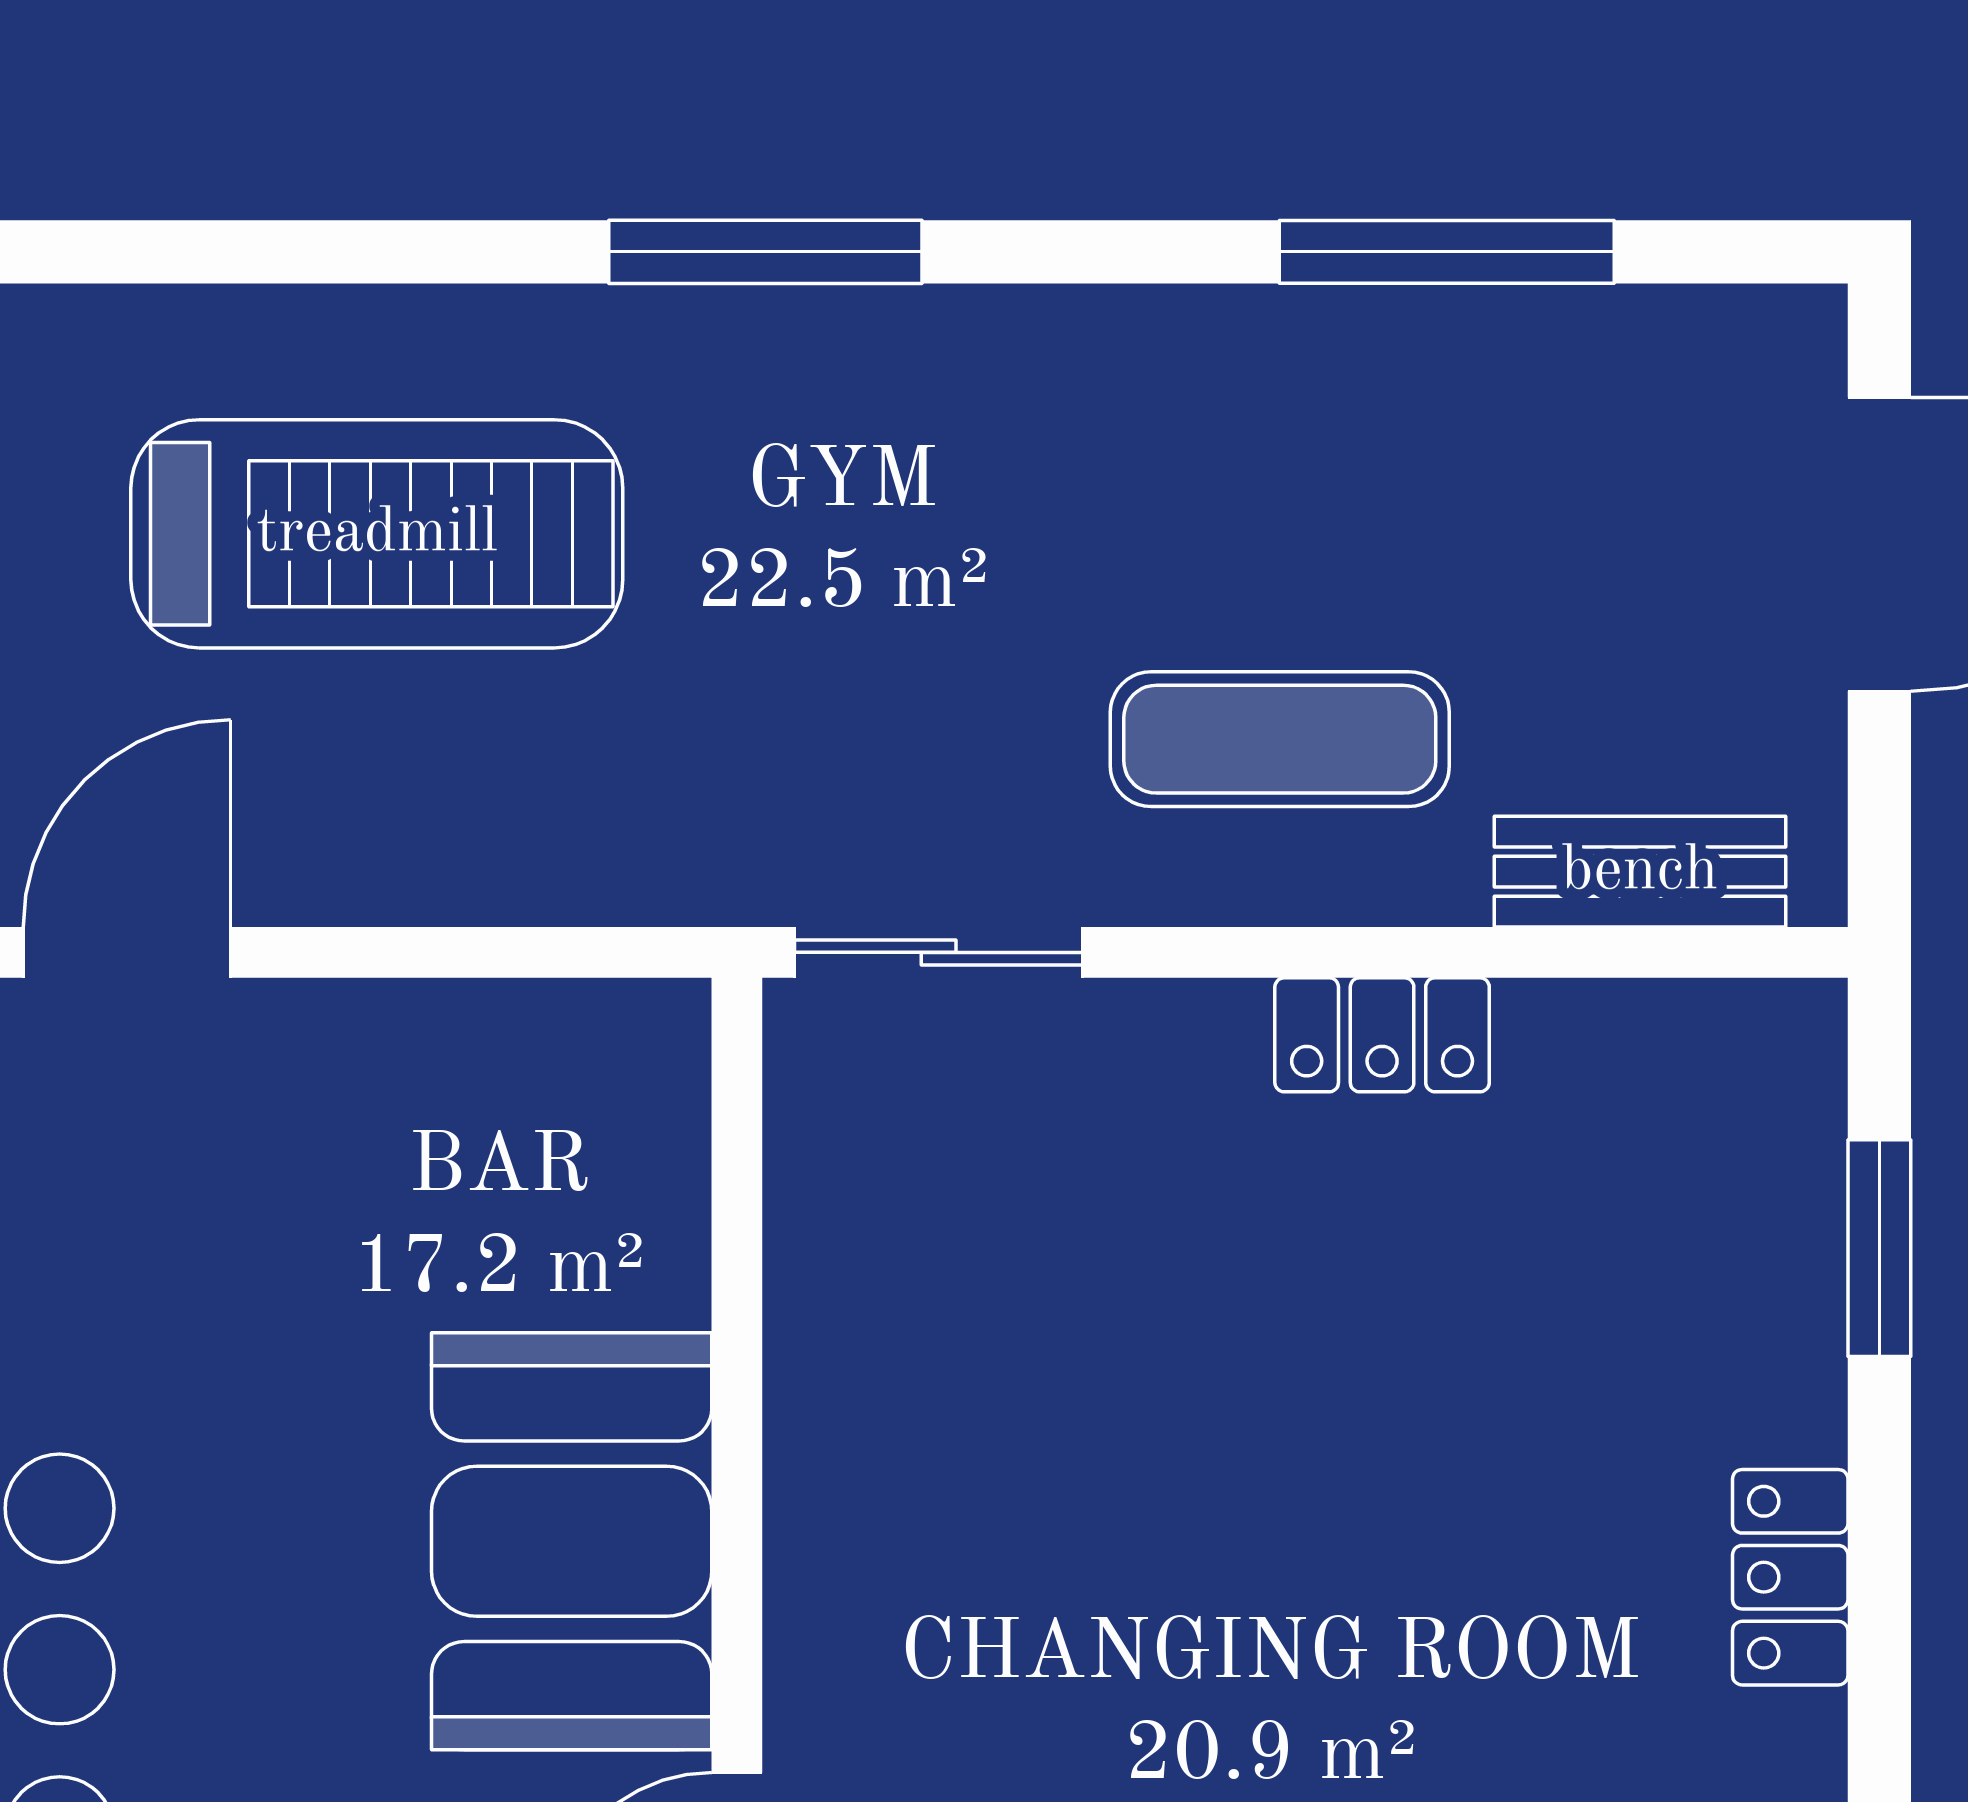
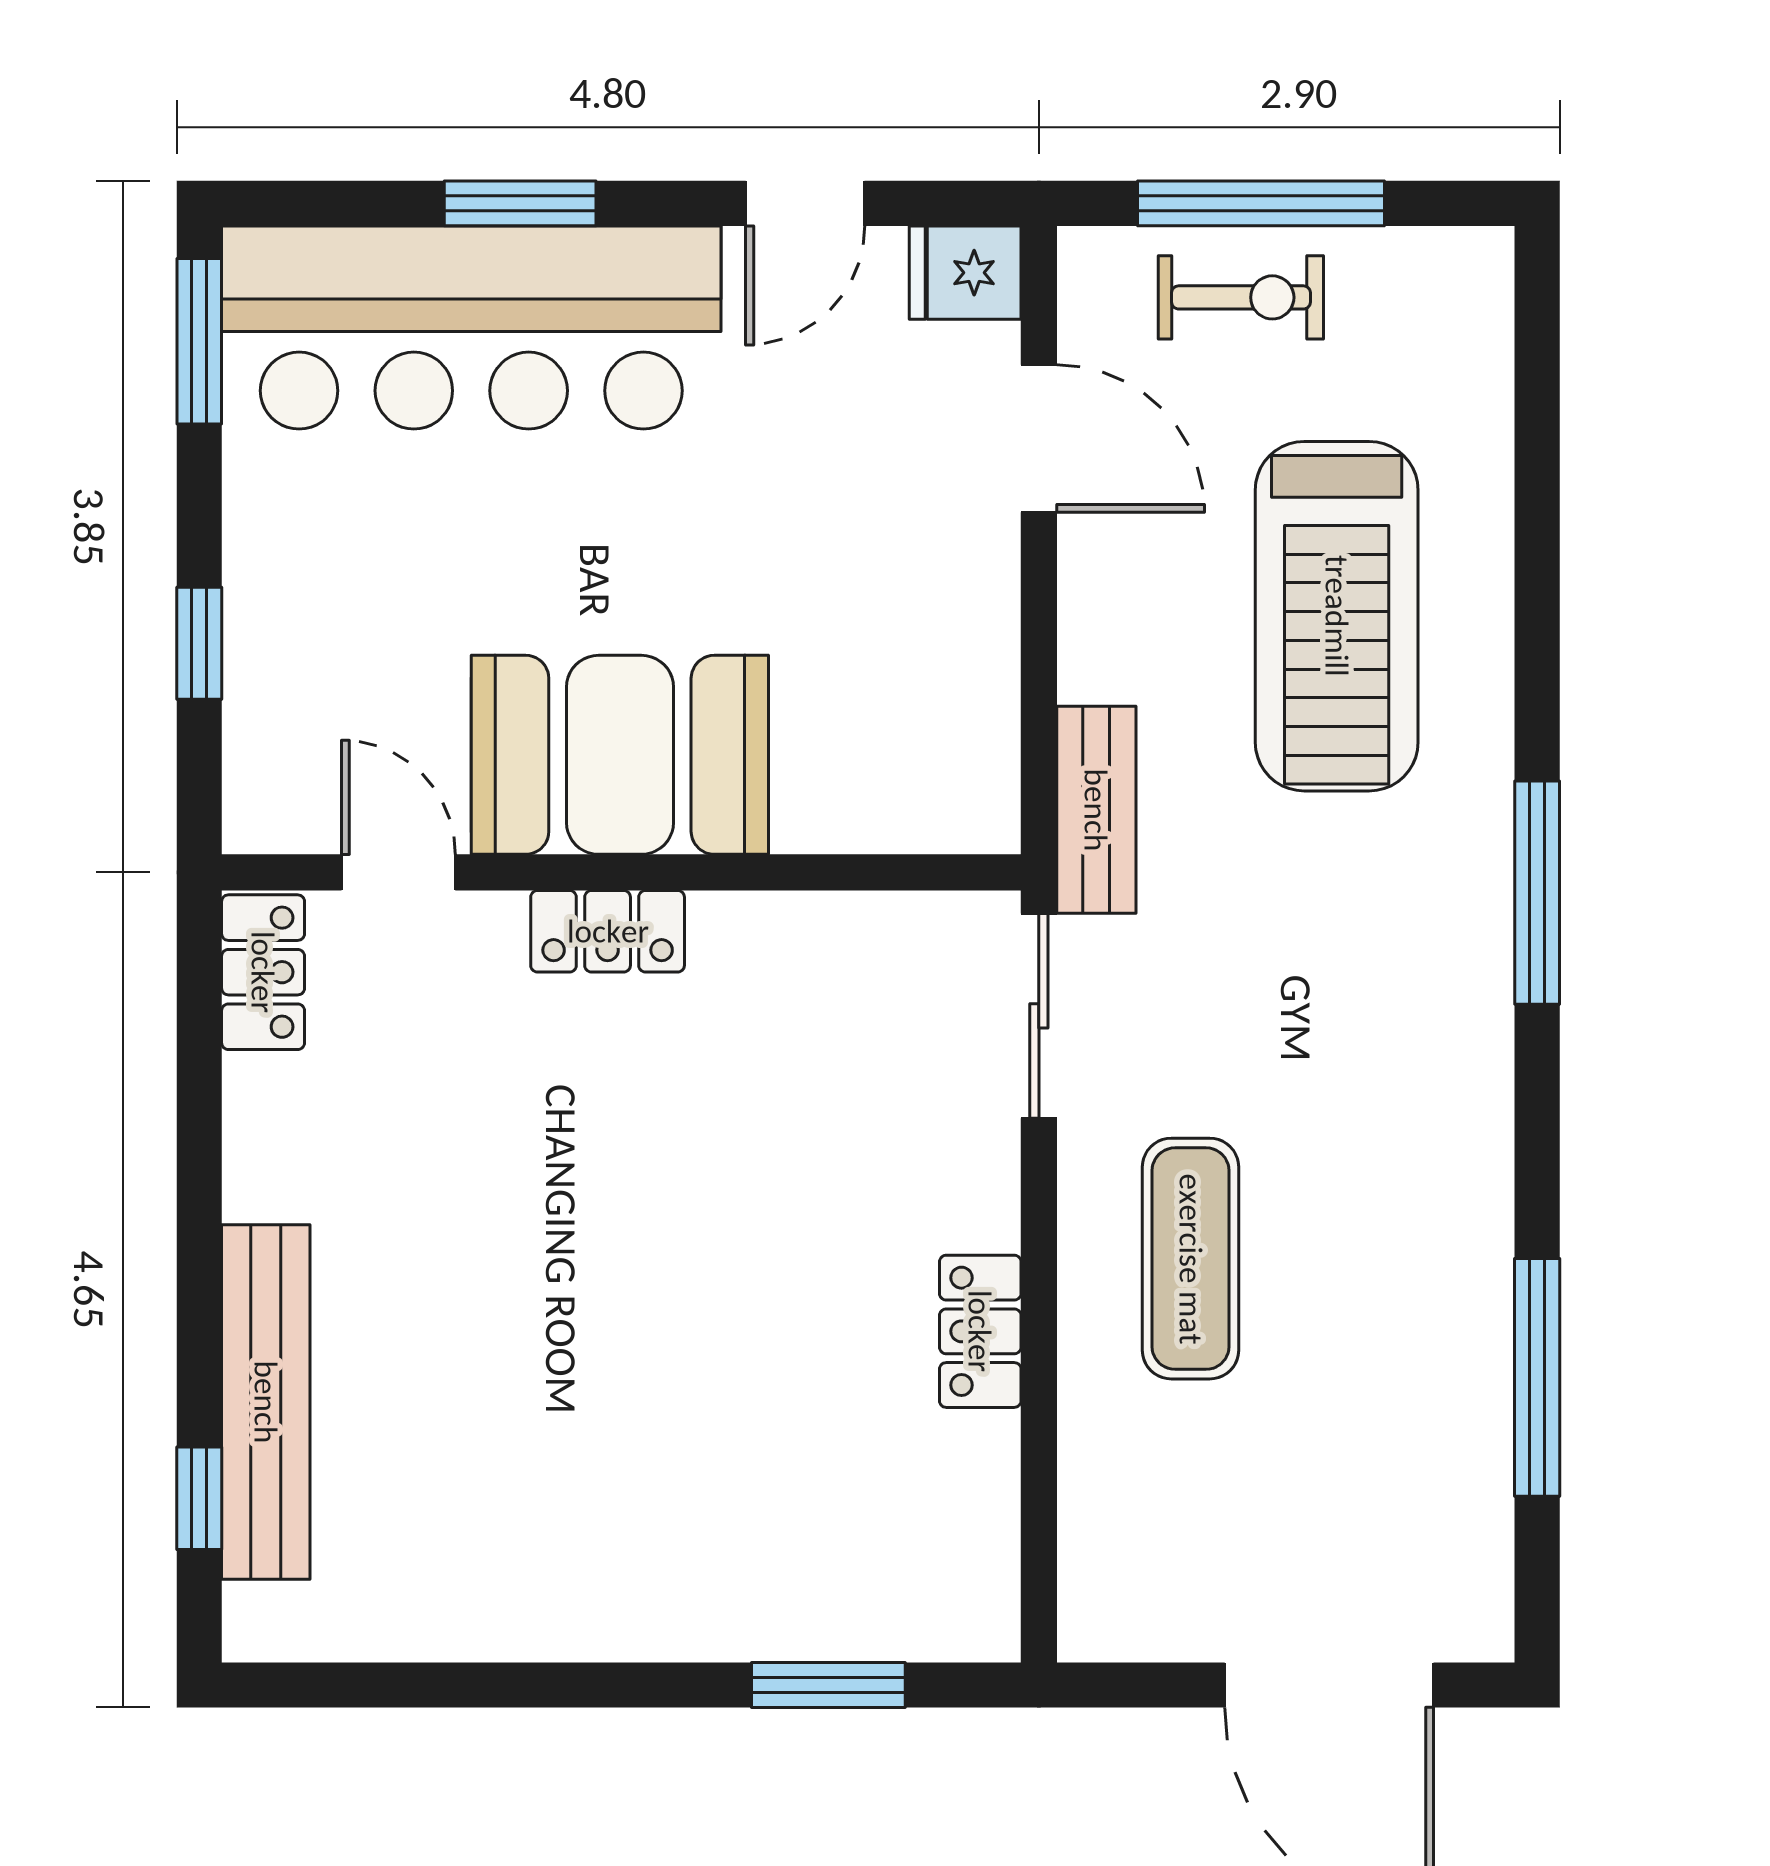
bench: (1640, 872) -> (1096, 810), moved
locker: (1790, 1577) -> (608, 931), moved, turned 180

